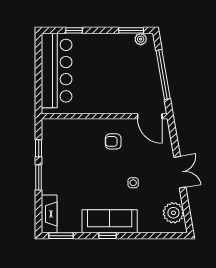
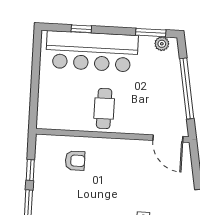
bar counter: (57, 71) -> (92, 51), moved, turned 90
cafe table: (96, 95) -> (104, 109), added
armchair: (113, 141) -> (75, 161), moved, turned 180

